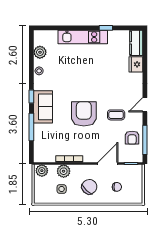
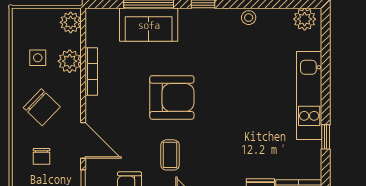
plant: (40, 52) -> (305, 19), moved
sofa: (43, 107) -> (149, 25), moved

